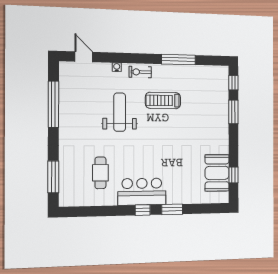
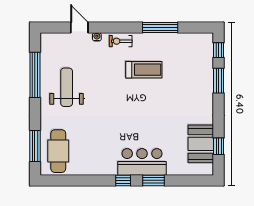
door: (84, 57) -> (79, 27), moved
treadmill: (163, 100) -> (144, 70), turned 180
weight bench: (120, 112) -> (67, 87), moved
cafe table: (100, 173) -> (58, 151), moved, width x1.37, depth x1.35
bar counter: (142, 192) -> (142, 162), moved

